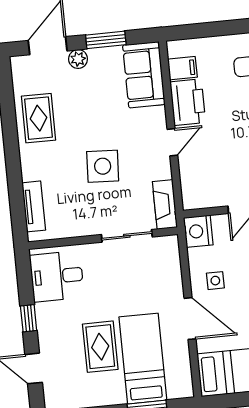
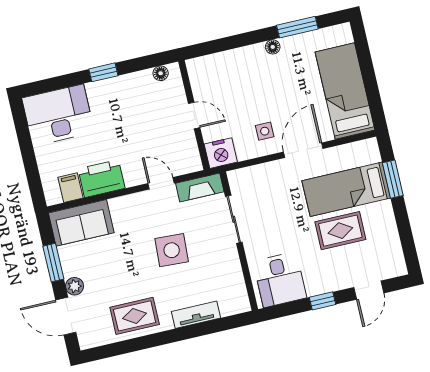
door: (172, 142) -> (161, 183), moved
tv unit: (34, 206) -> (196, 315), moved

